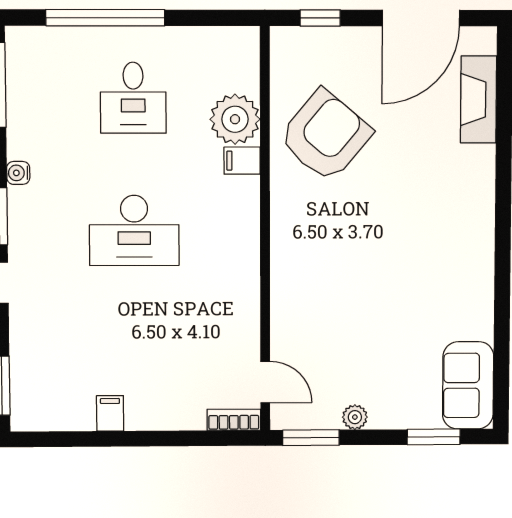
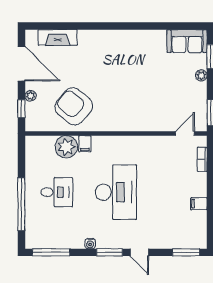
plant: (349, 39) -> (31, 96), added
desk: (134, 230) -> (116, 192), width x1.36, depth x1.30
plant: (355, 417) -> (201, 75), moved
bookcase: (234, 420) -> (202, 159), moved

